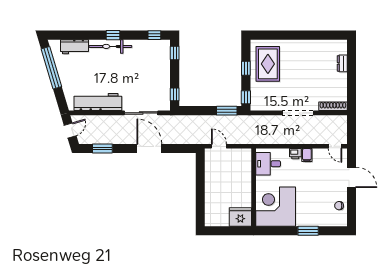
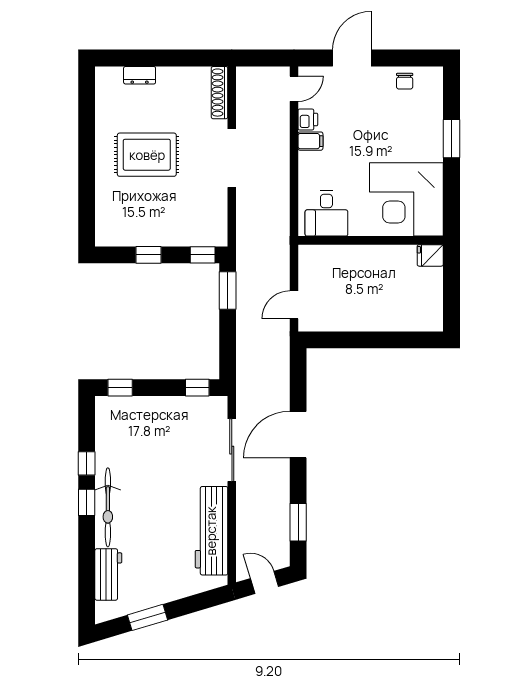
window: (154, 35) -> (87, 463), moved
rug: (268, 64) -> (147, 155), moved
window: (51, 68) -> (148, 617), width x0.47
printer: (295, 154) -> (308, 120), moved
fridge: (240, 217) -> (430, 255), width x0.53, depth x0.75

